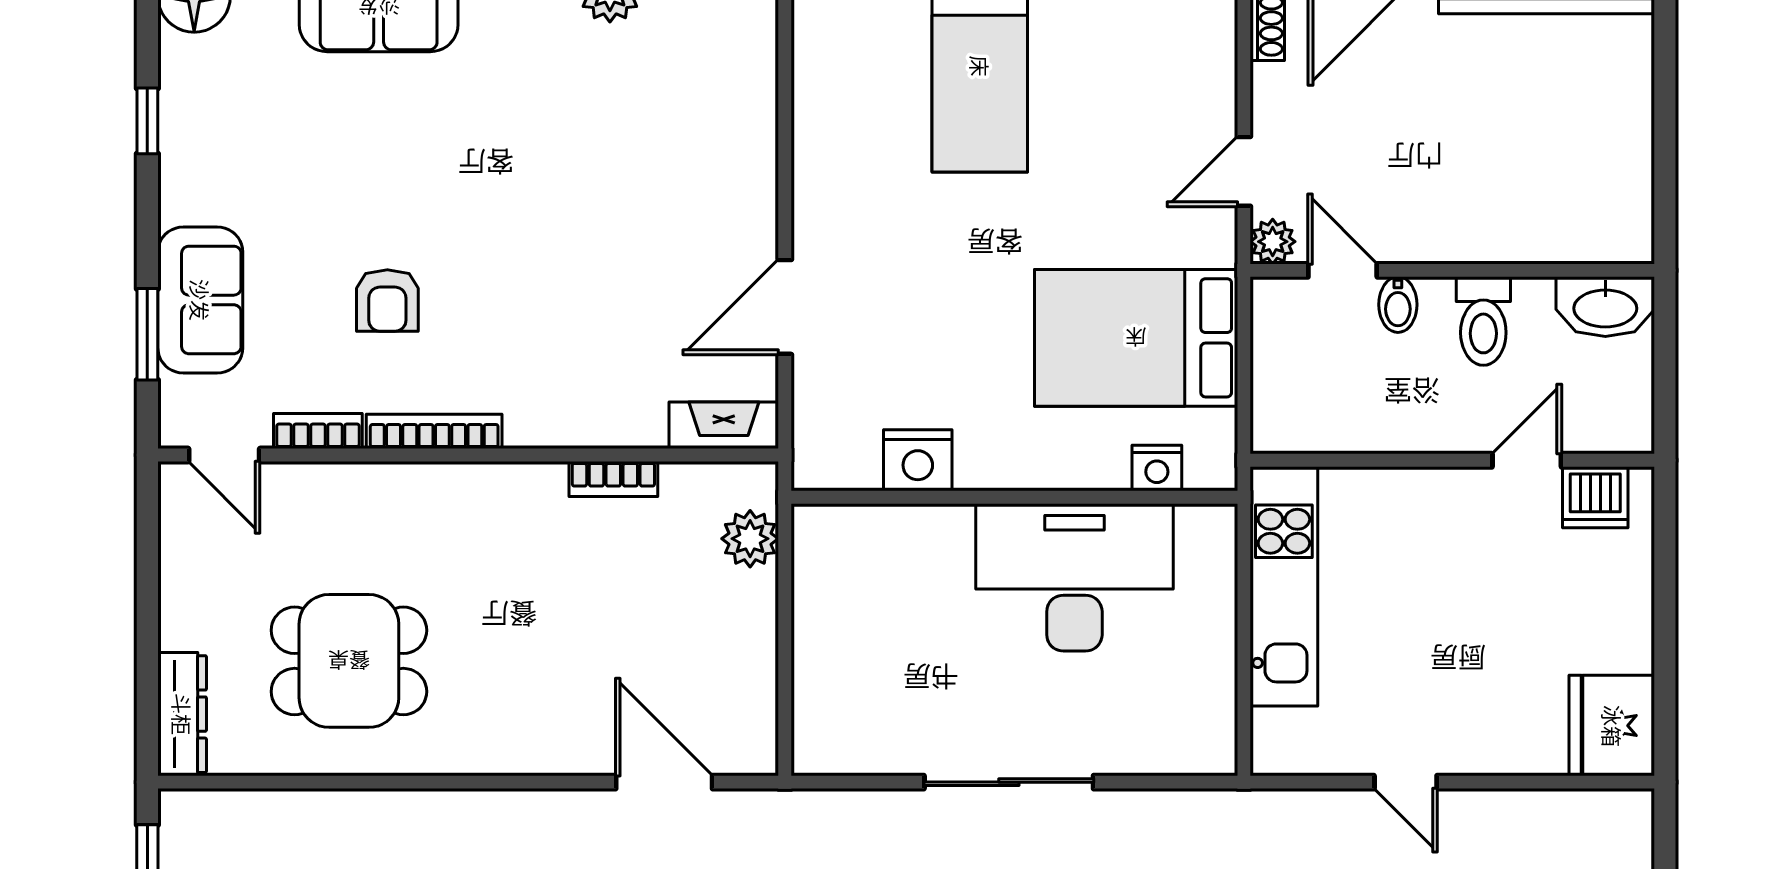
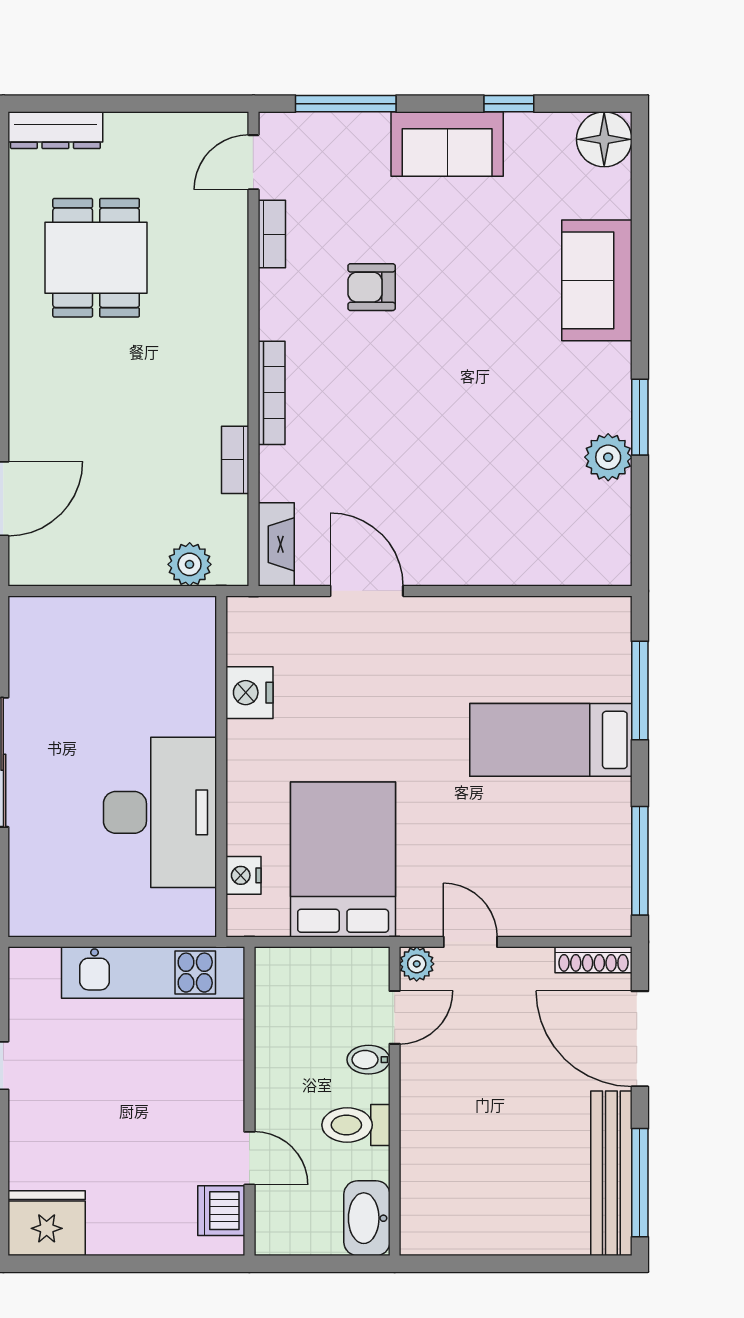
sofa: (200, 300) -> (447, 144), moved
window: (147, 334) -> (346, 104), width x1.44
bookcase: (434, 431) -> (272, 393), moved

